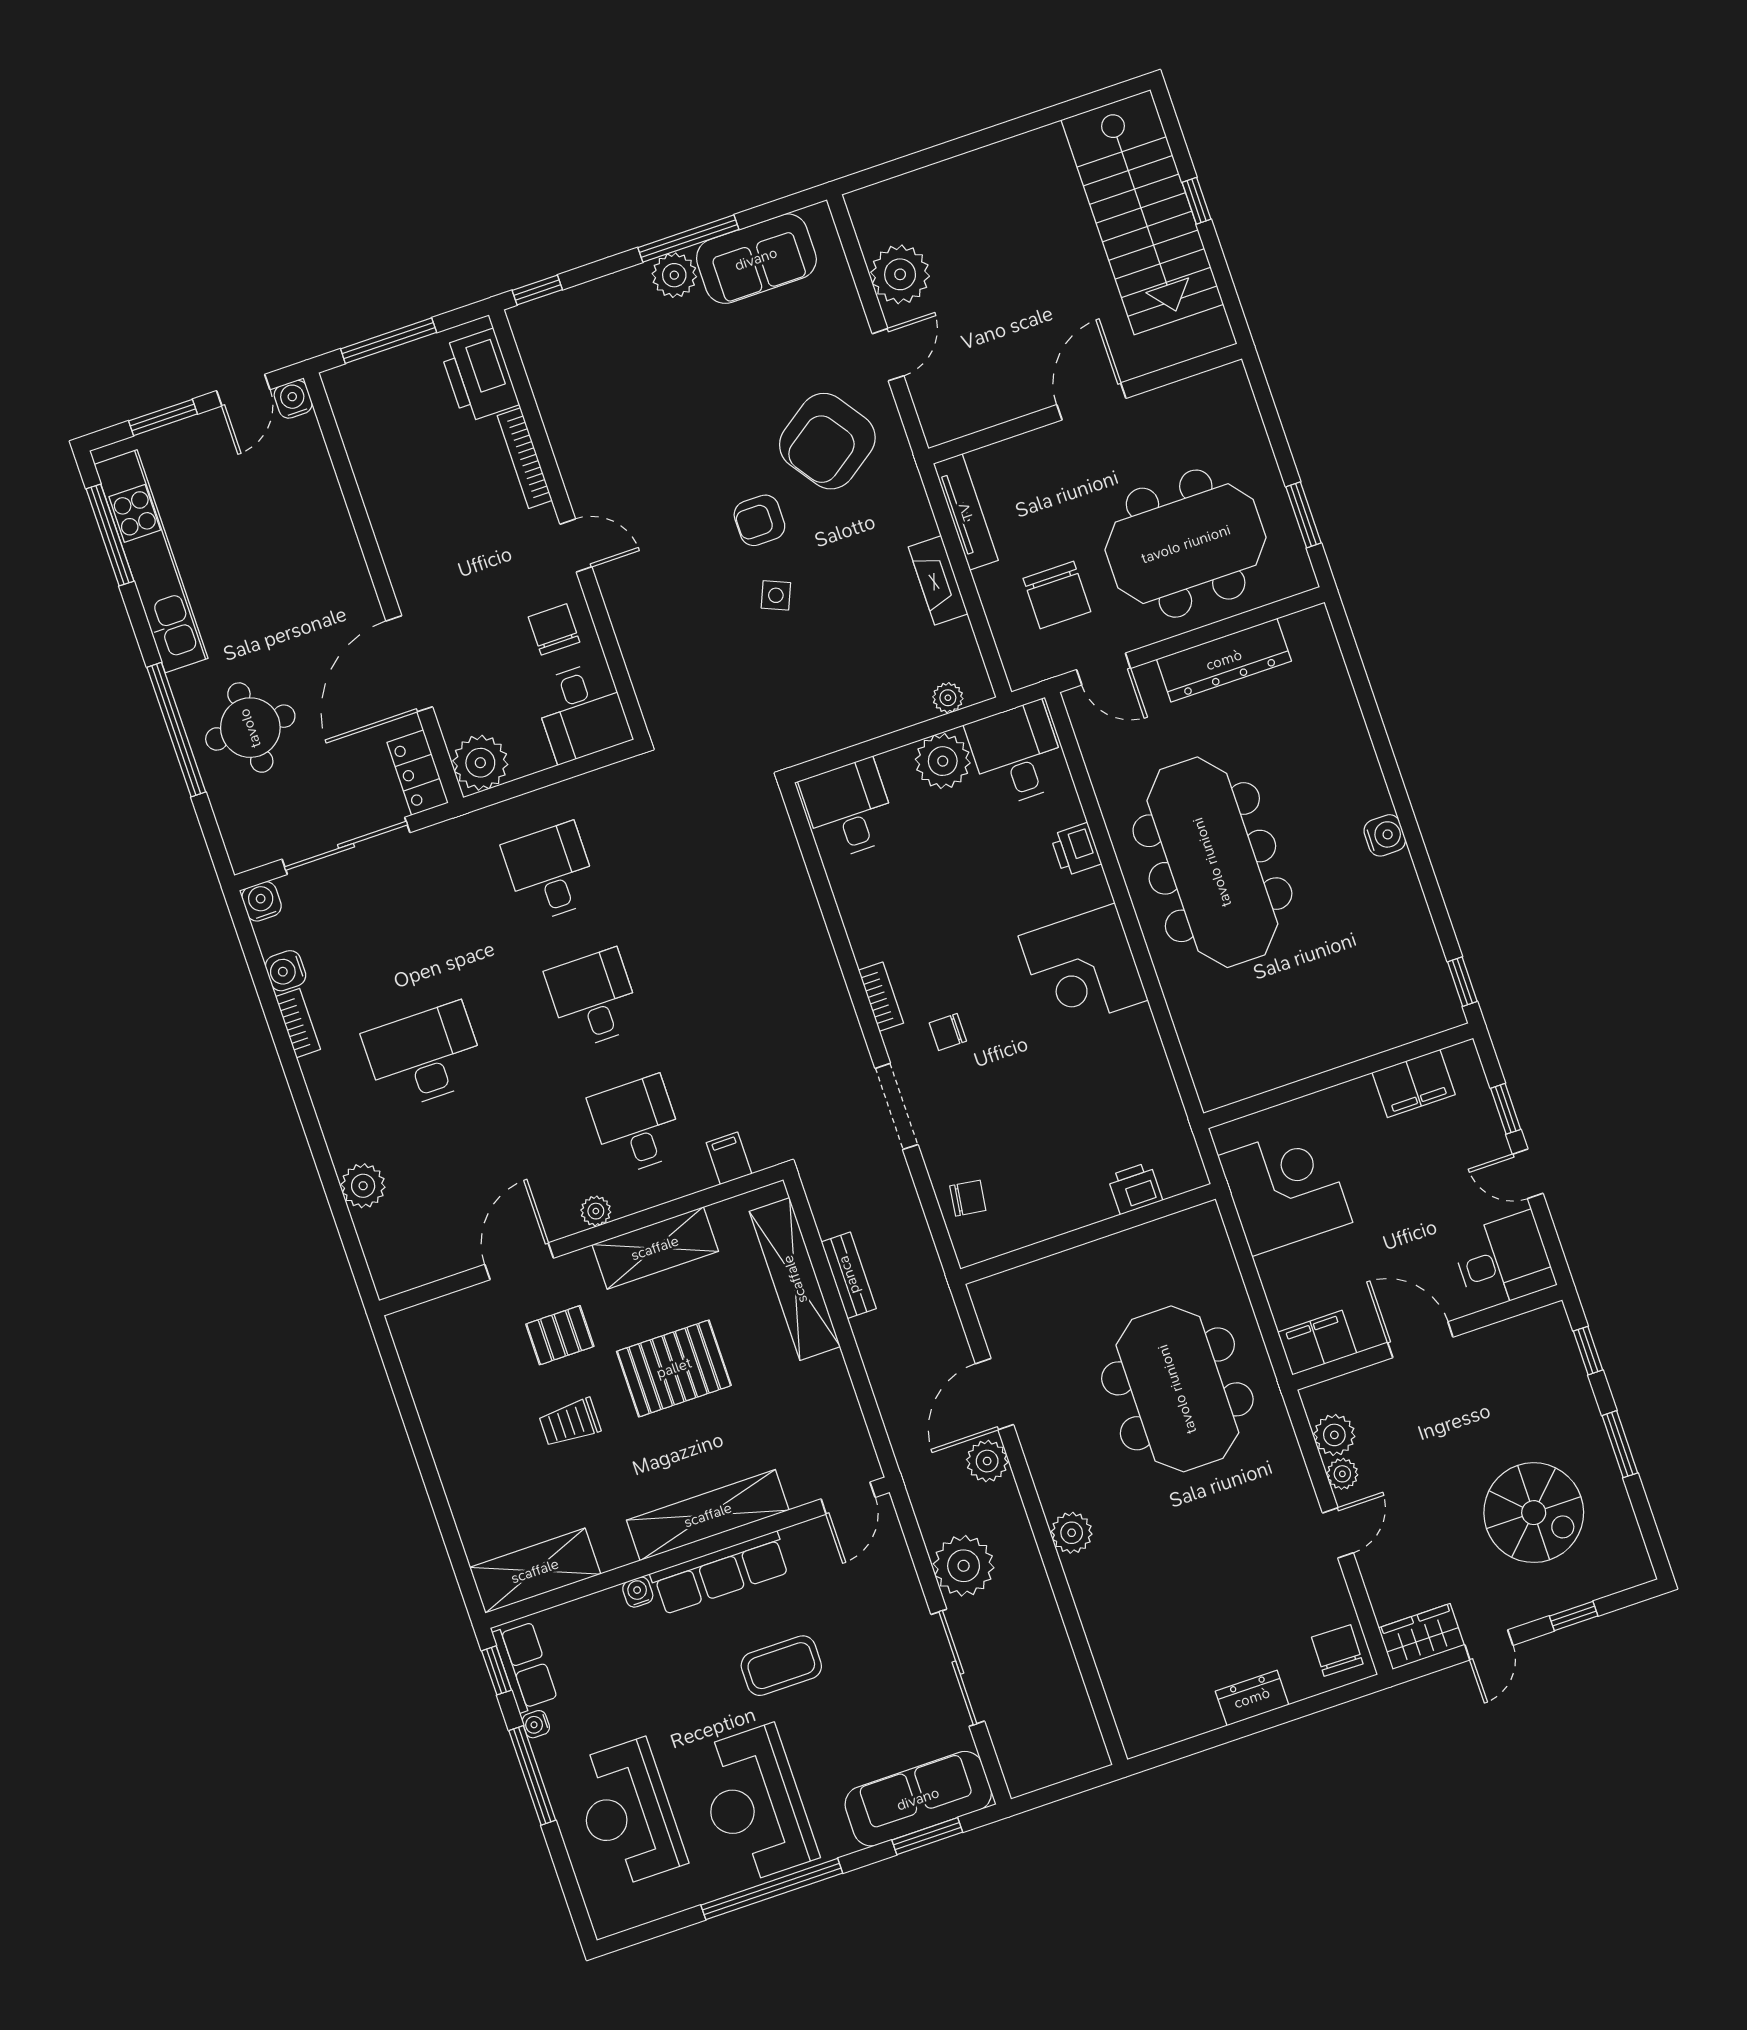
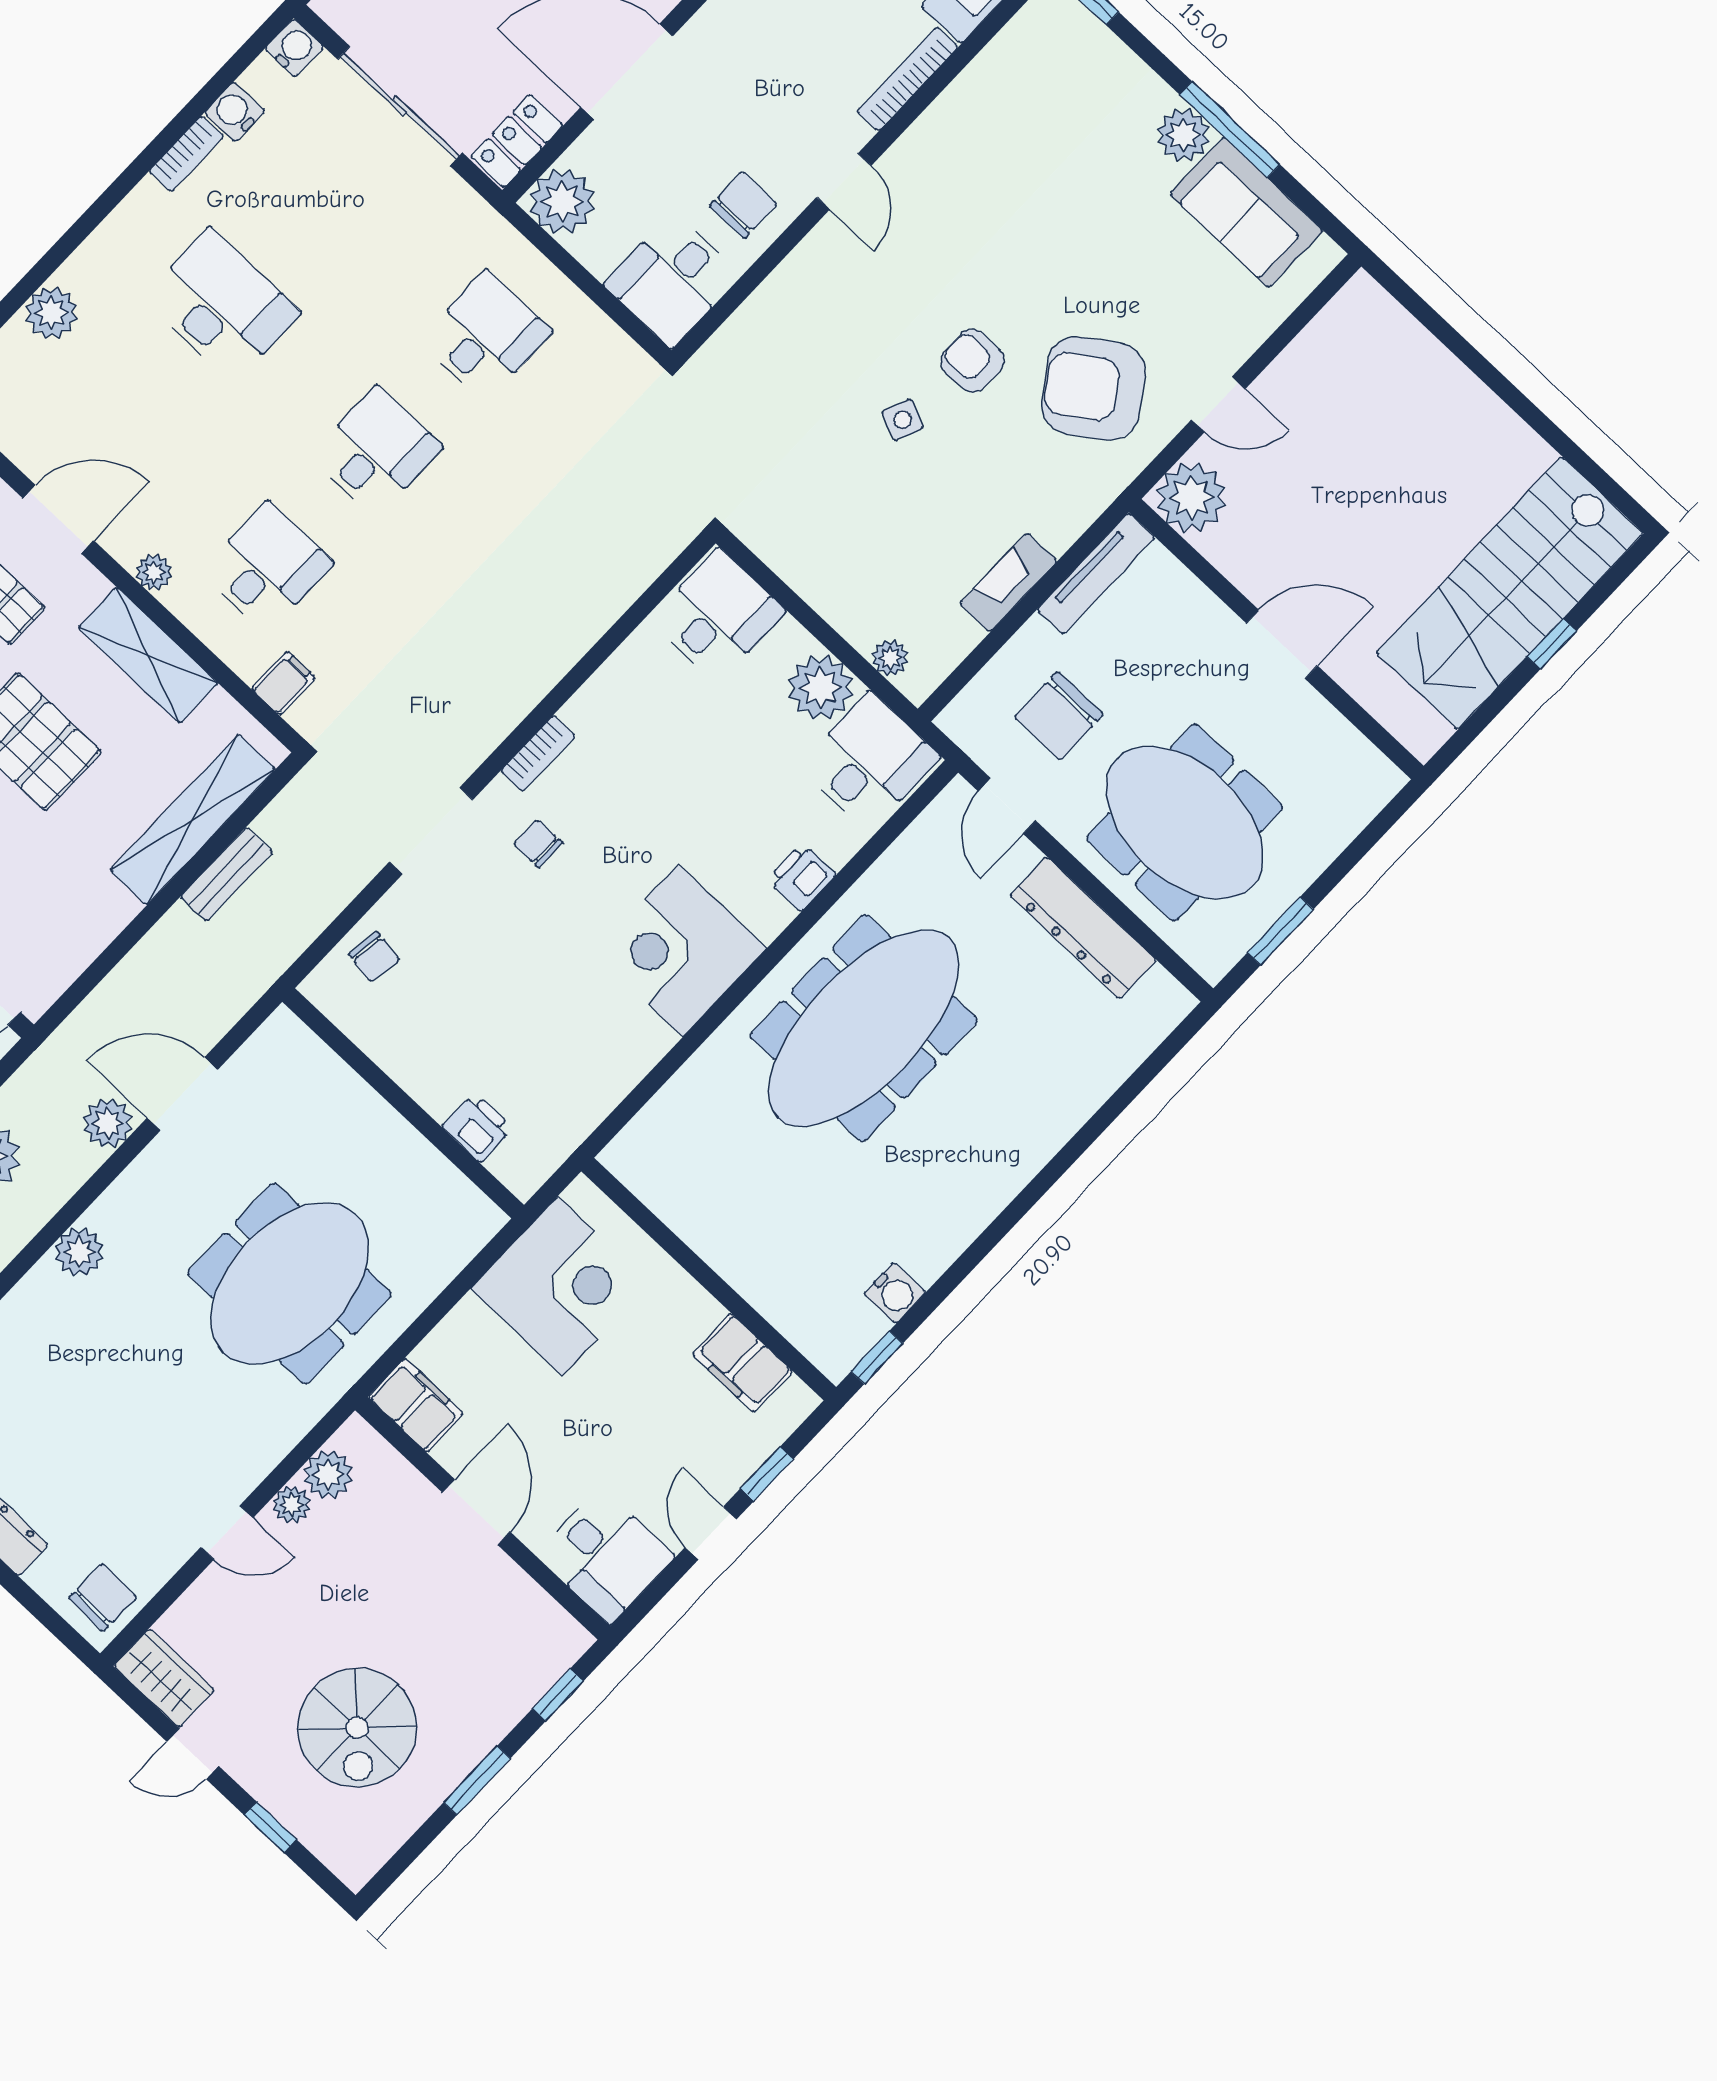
plant: (900, 274) -> (1191, 498), moved
water cooler: (1385, 835) -> (895, 1293), moved

